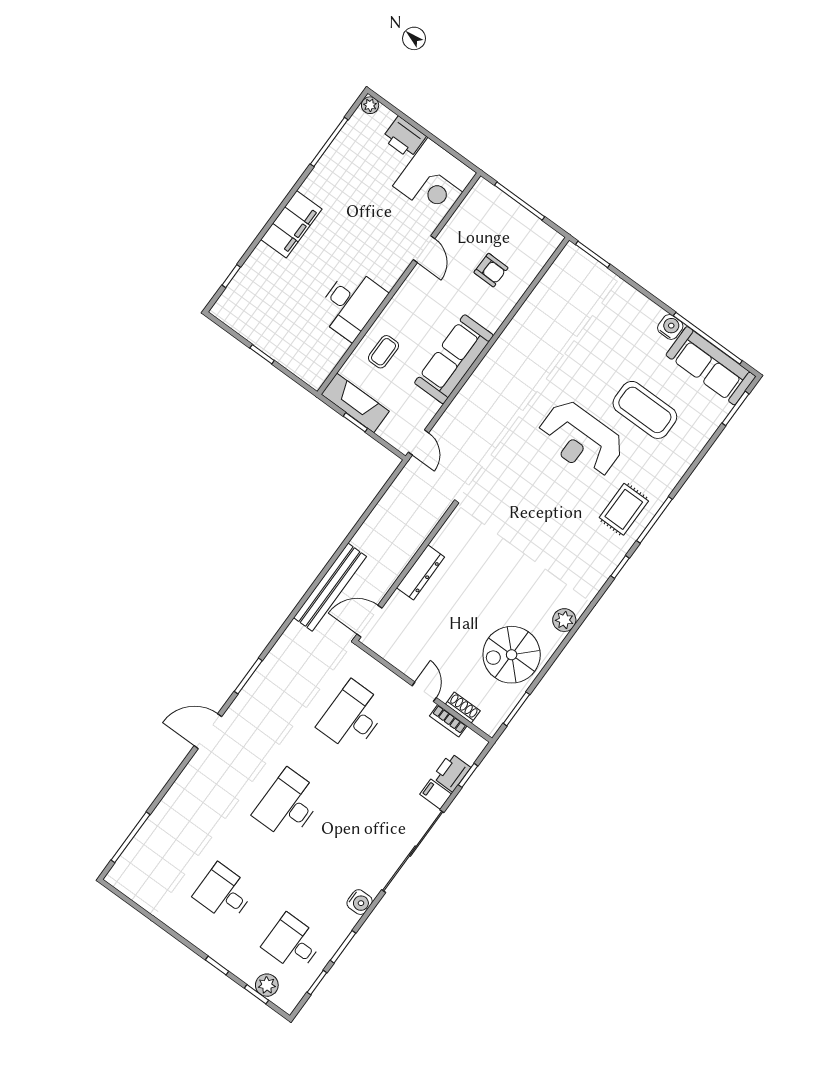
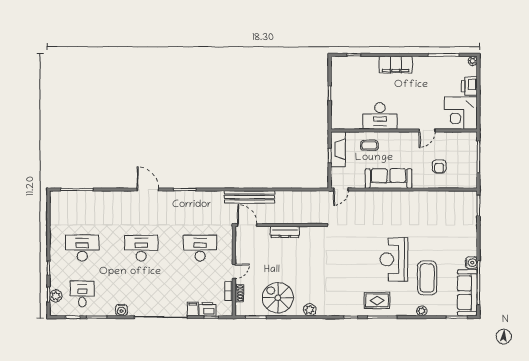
plant: (688, 454) -> (422, 311), added
desk: (224, 893) -> (82, 248), width x1.37

